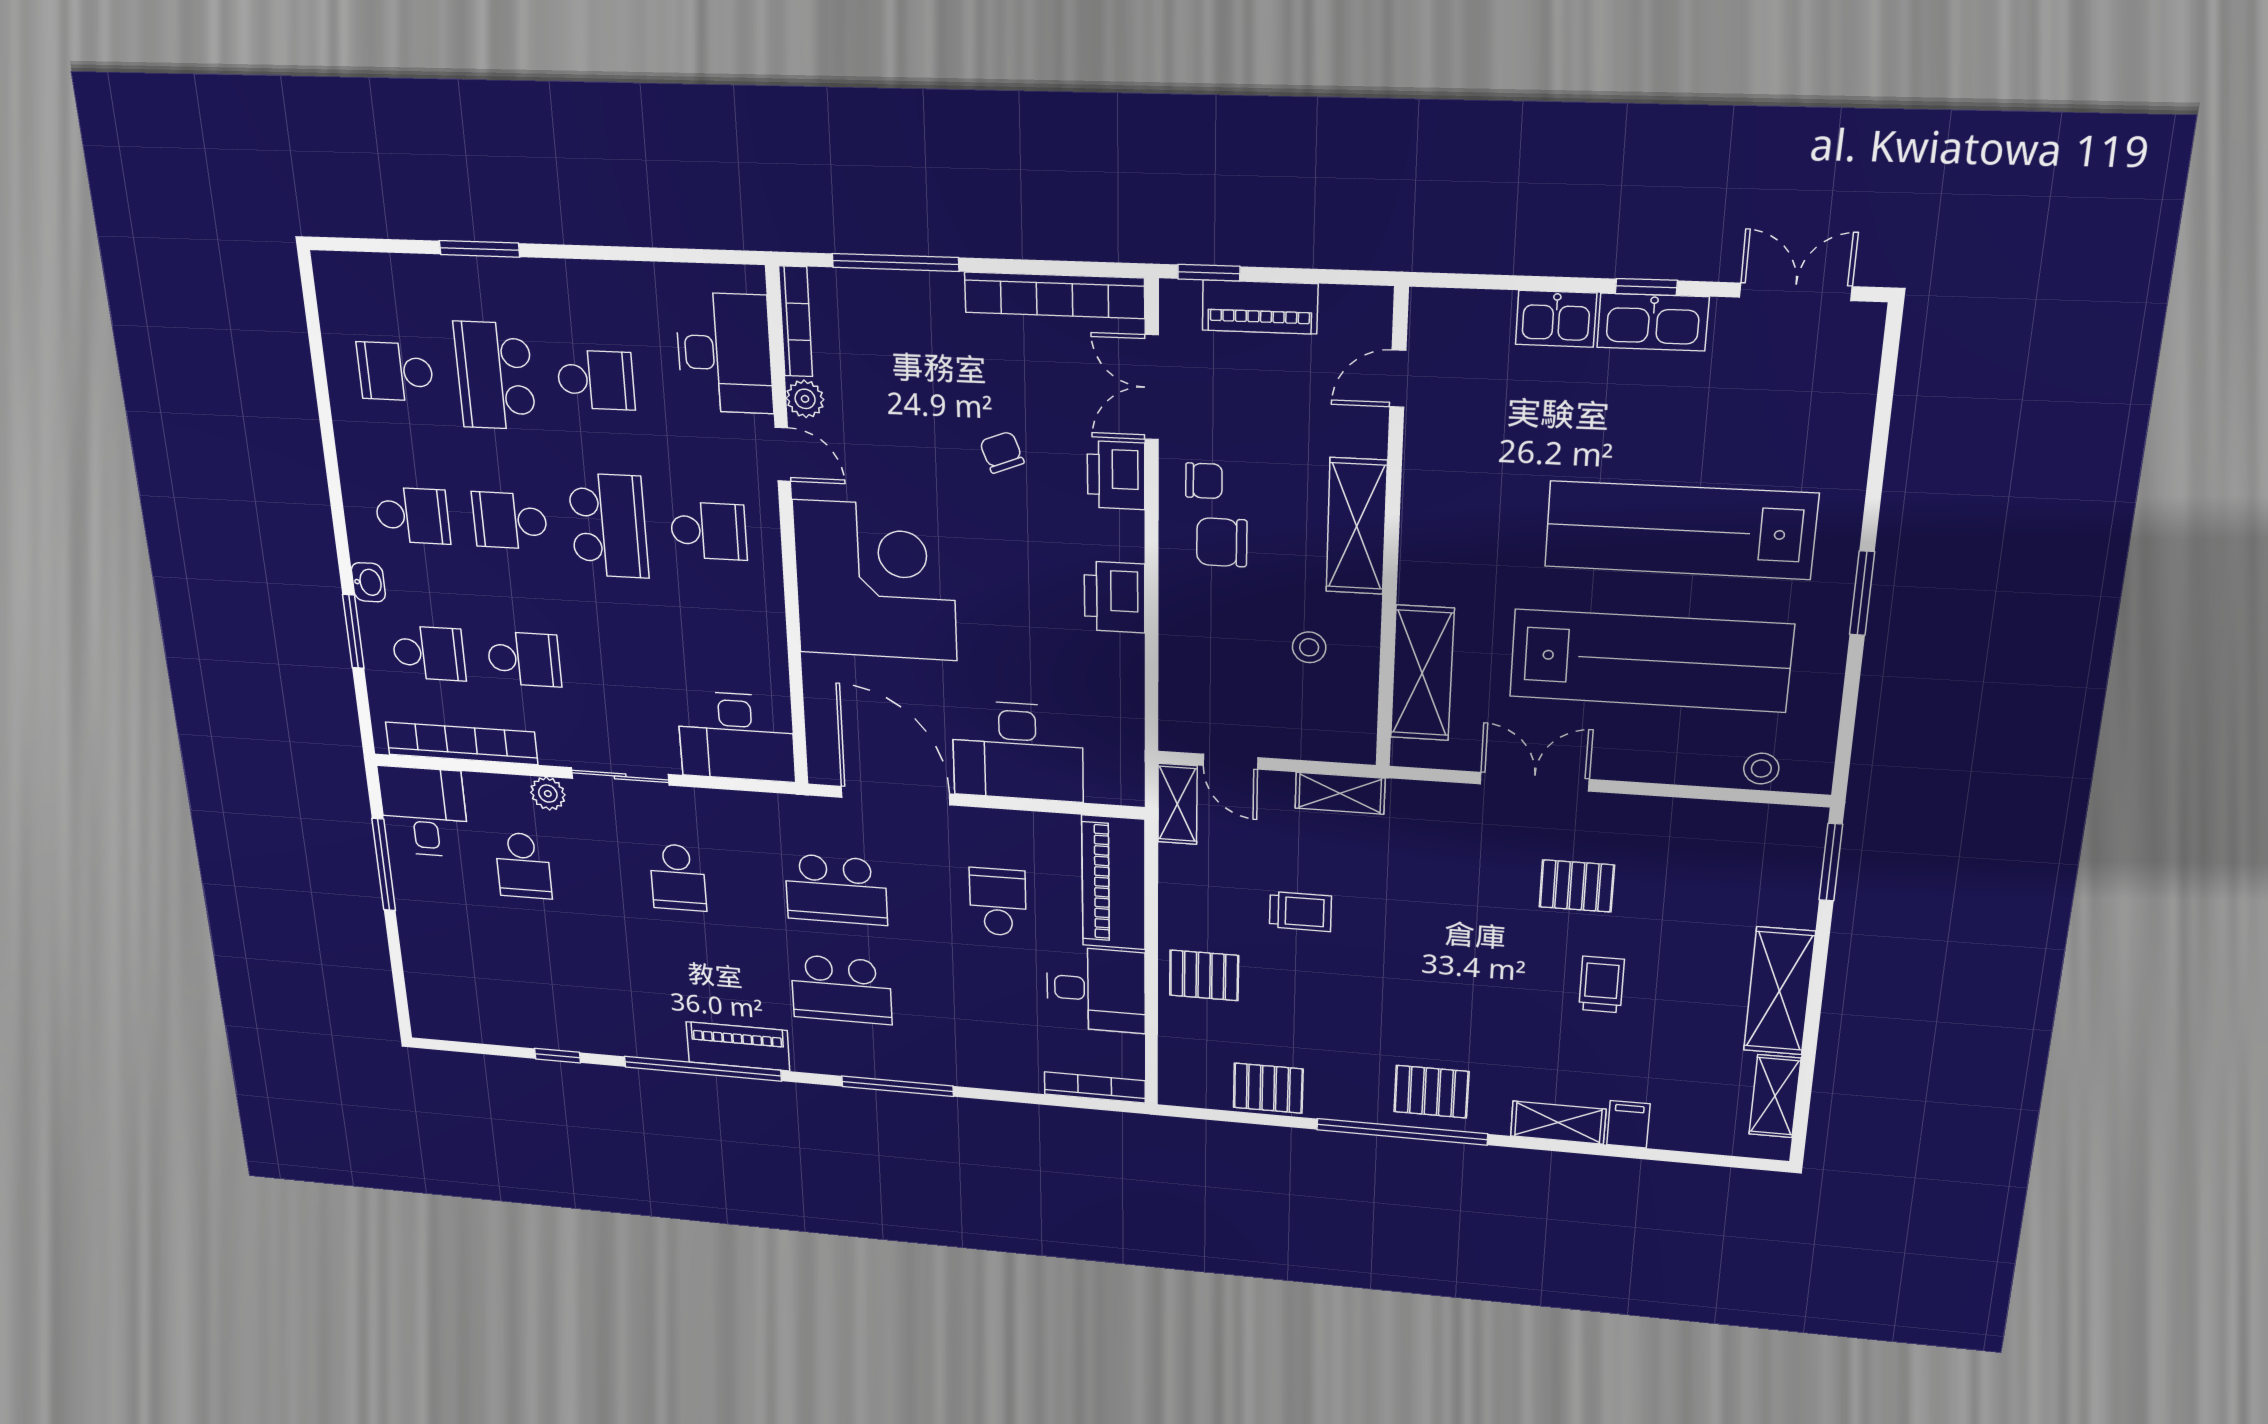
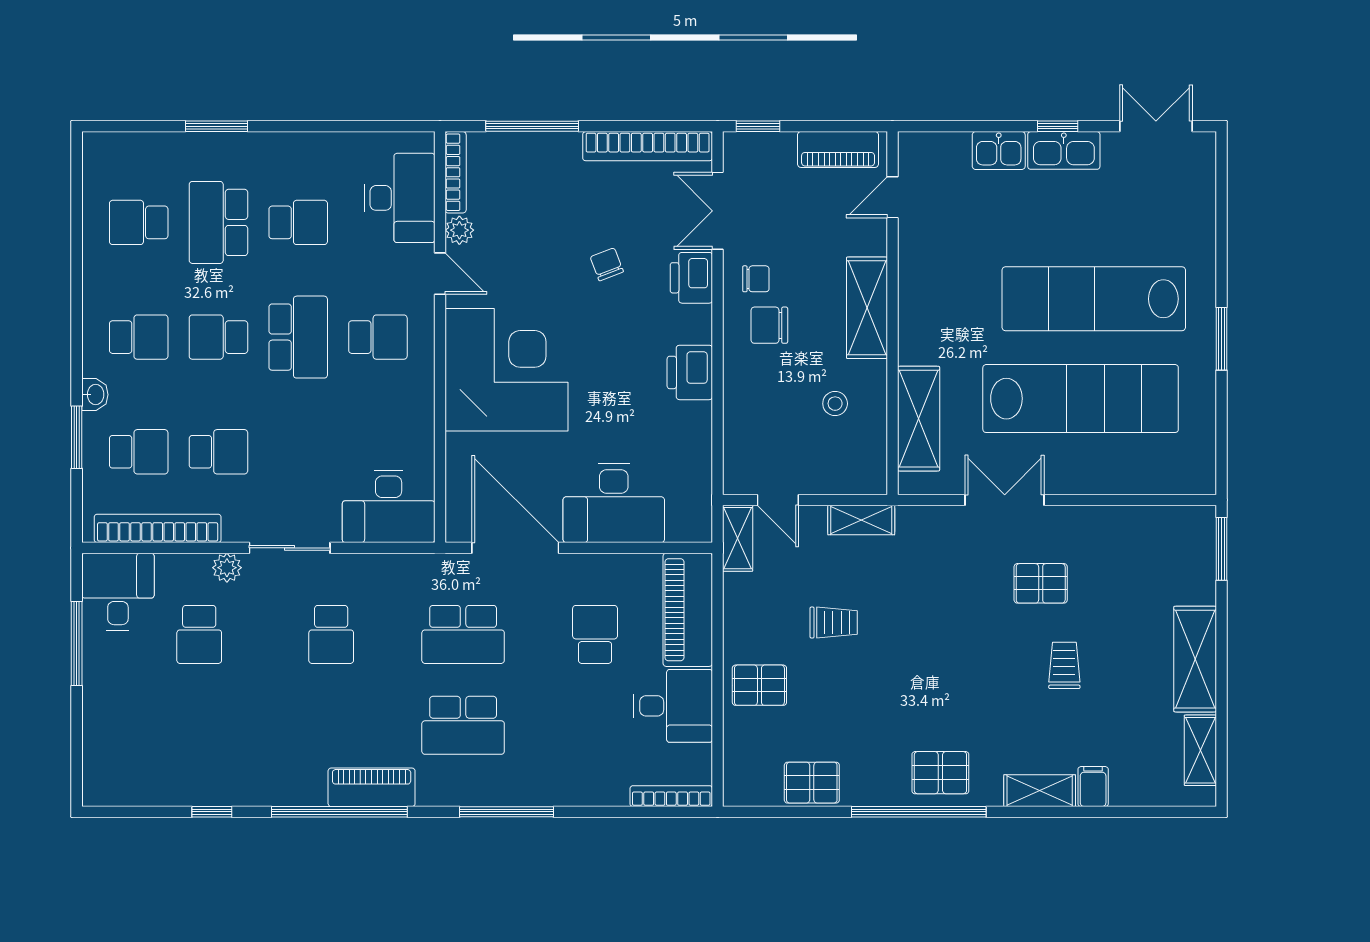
piano: (1260, 307) -> (838, 149), moved
stool: (1761, 769) -> (1165, 478), removed

